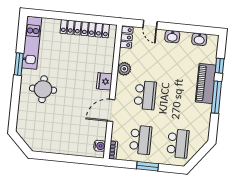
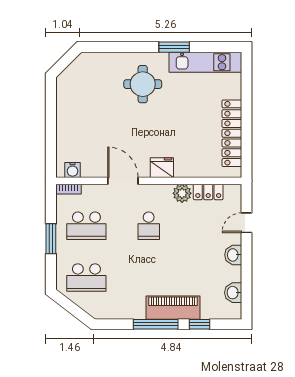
locker: (126, 37) -> (208, 192), moved
school desk: (145, 95) -> (149, 226), width x0.54

